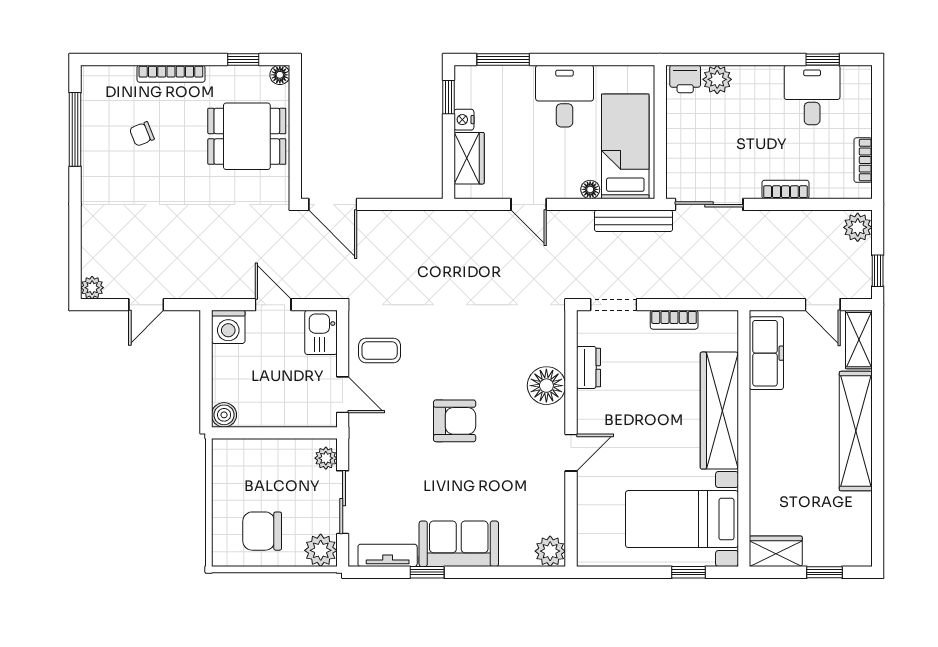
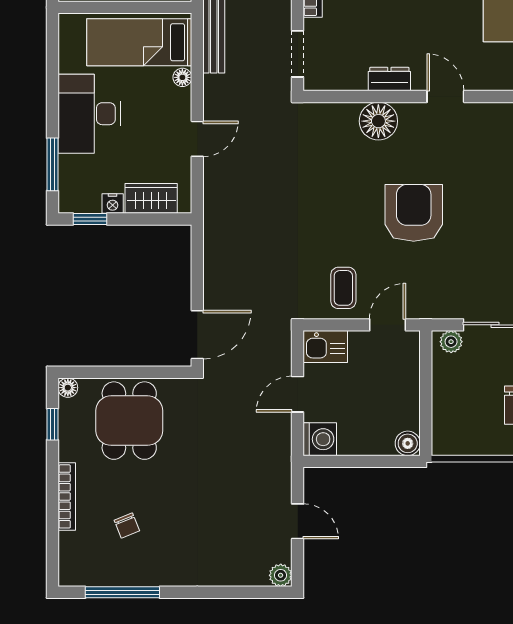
desk: (565, 96) -> (89, 114), width x1.37
dresser: (589, 367) -> (389, 79), moved
armchair: (455, 421) -> (414, 213), width x1.36, depth x1.36

